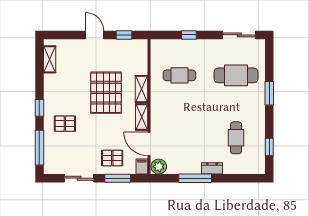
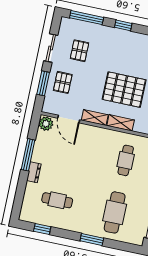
pallet: (65, 124) -> (79, 51), moved
door: (149, 144) -> (69, 119), swing flipped
filing cabinet: (142, 167) -> (49, 108), removed

